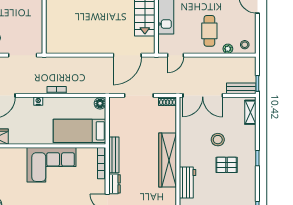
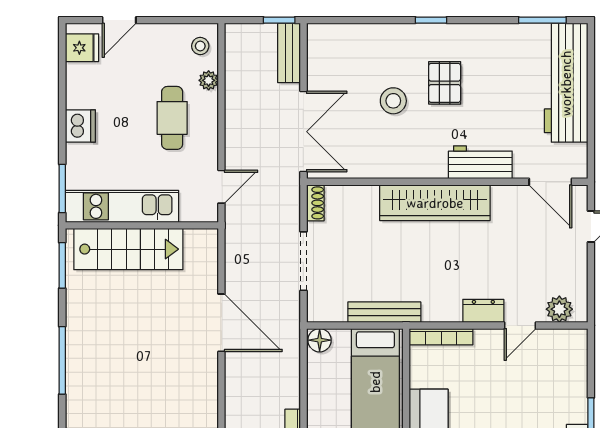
cafe table: (209, 31) -> (172, 118), turned 90
door: (127, 55) -> (221, 323), moved
door: (175, 55) -> (221, 187), hinge flipped
shelving: (250, 112) -> (338, 34), removed
bench: (114, 155) -> (384, 312), moved

